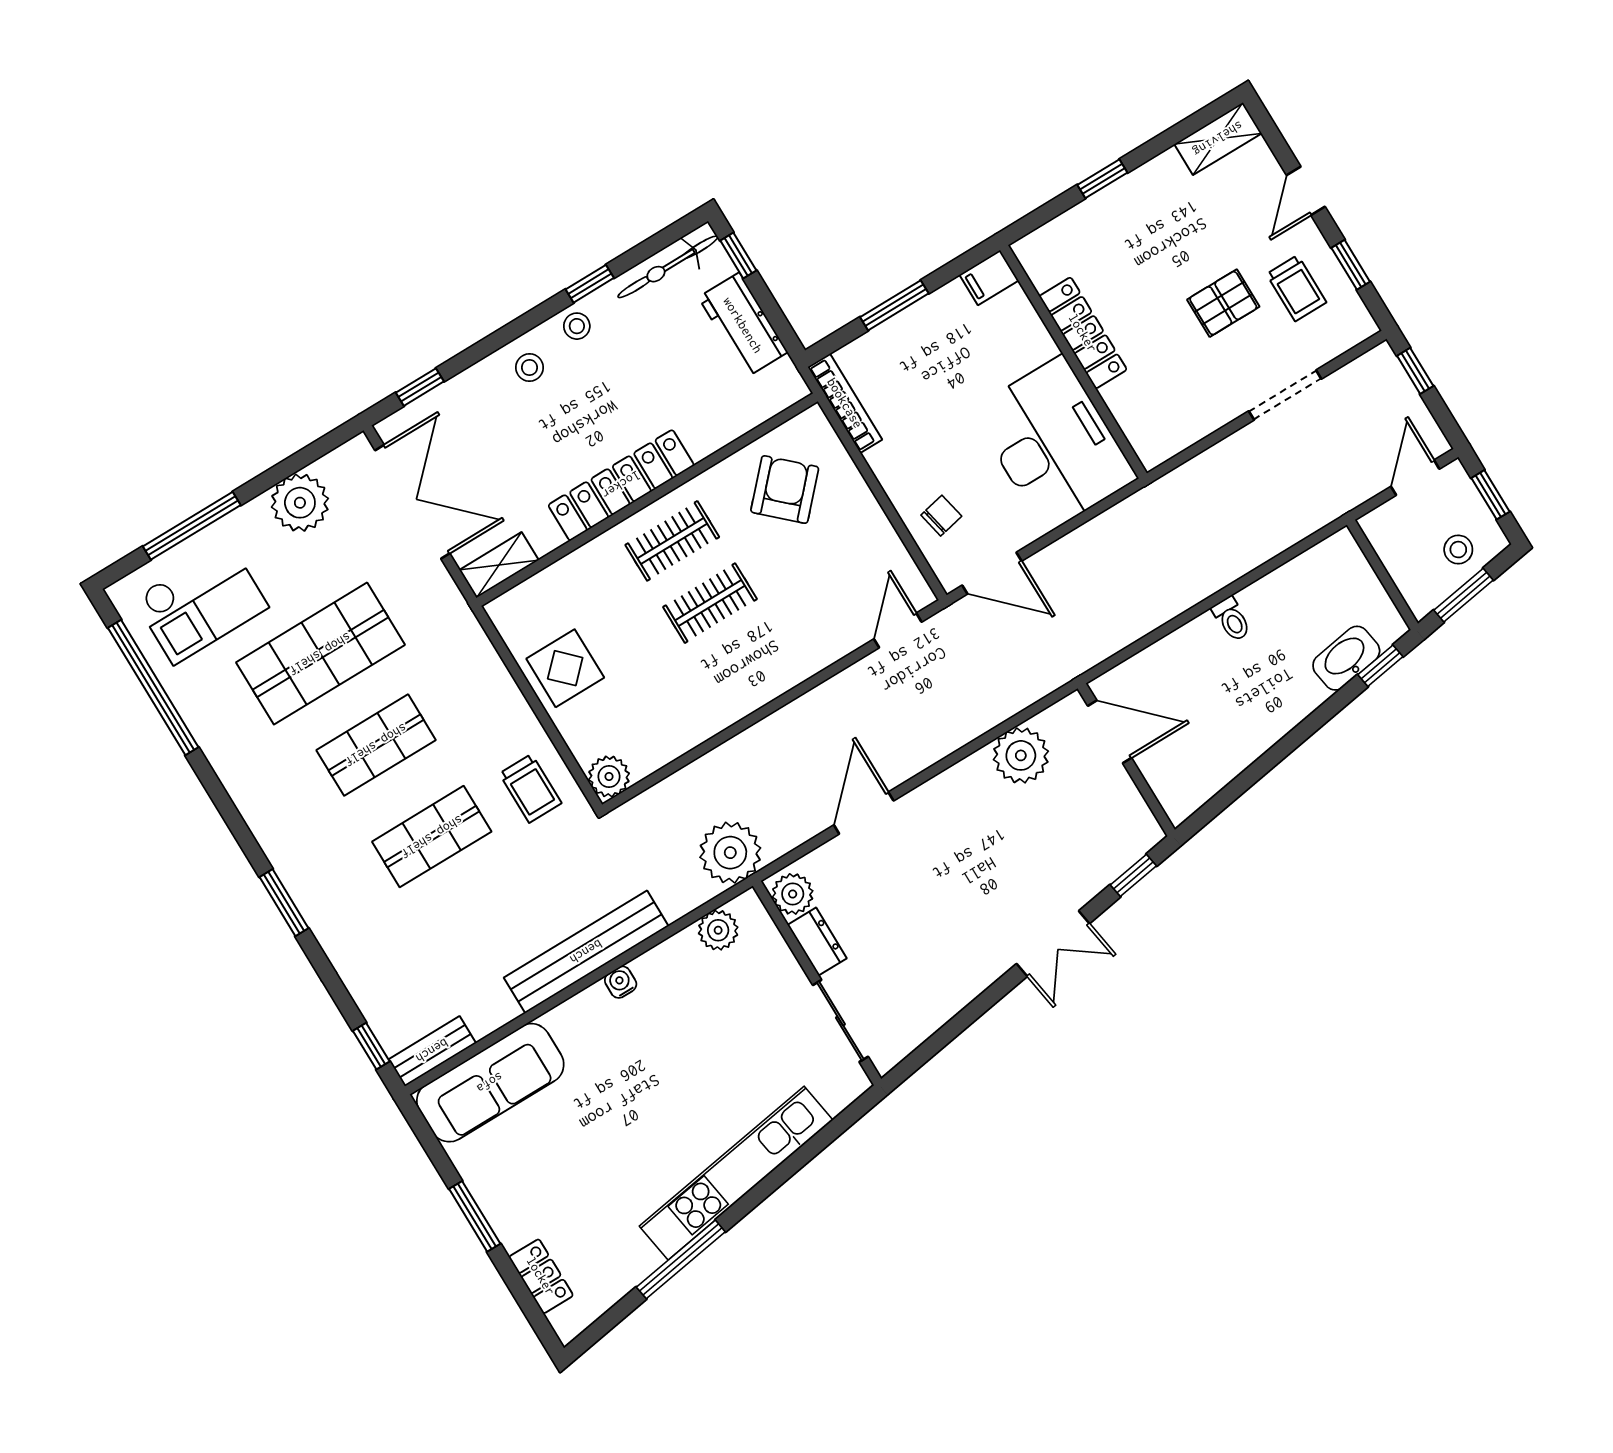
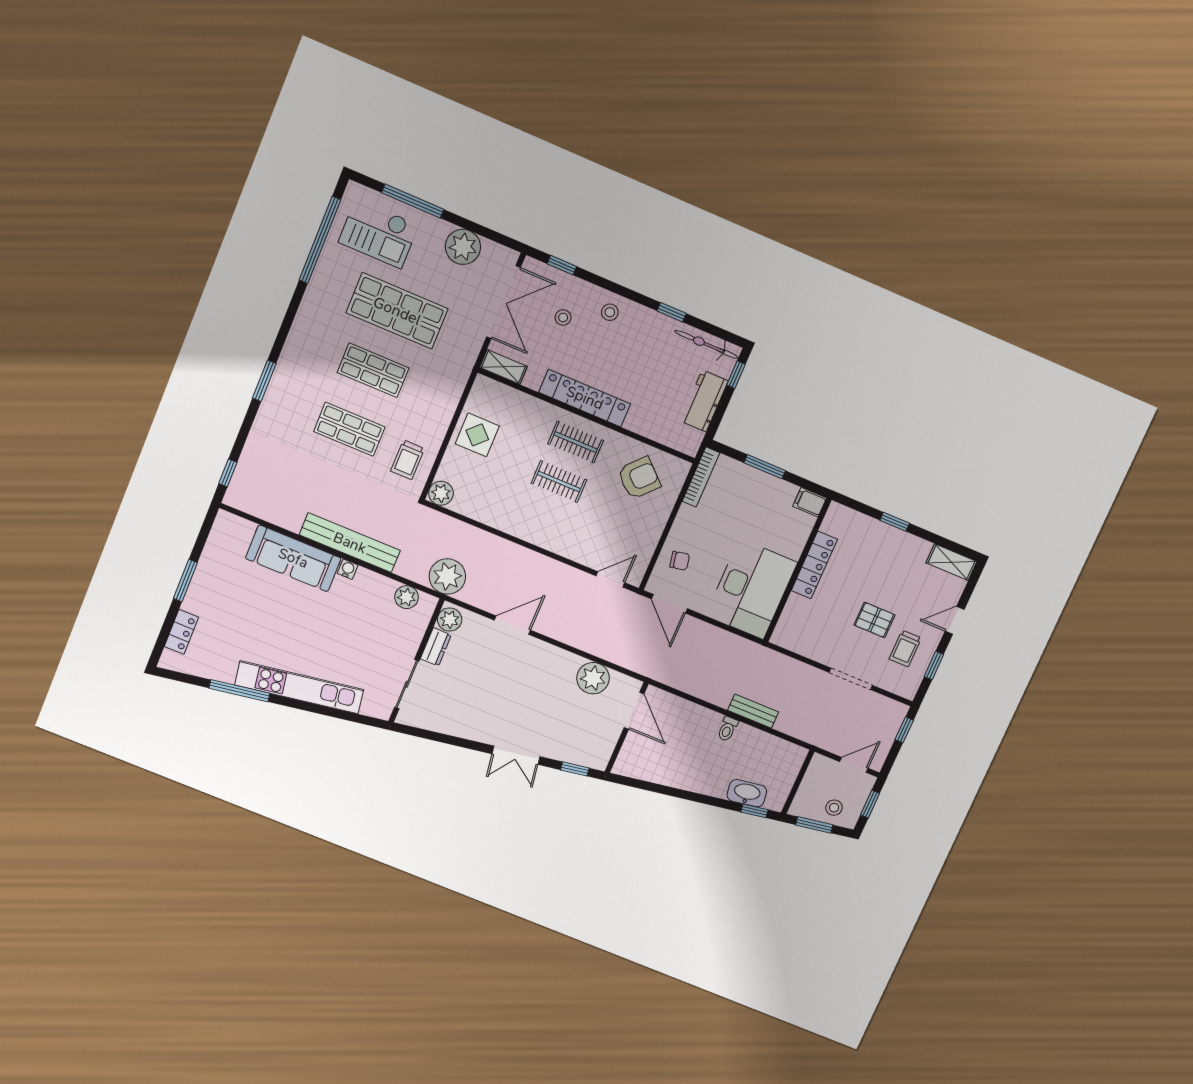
stool: (577, 326) -> (563, 317), moved
bench: (432, 1051) -> (753, 711), moved
sofa: (490, 1083) -> (293, 558), moved

